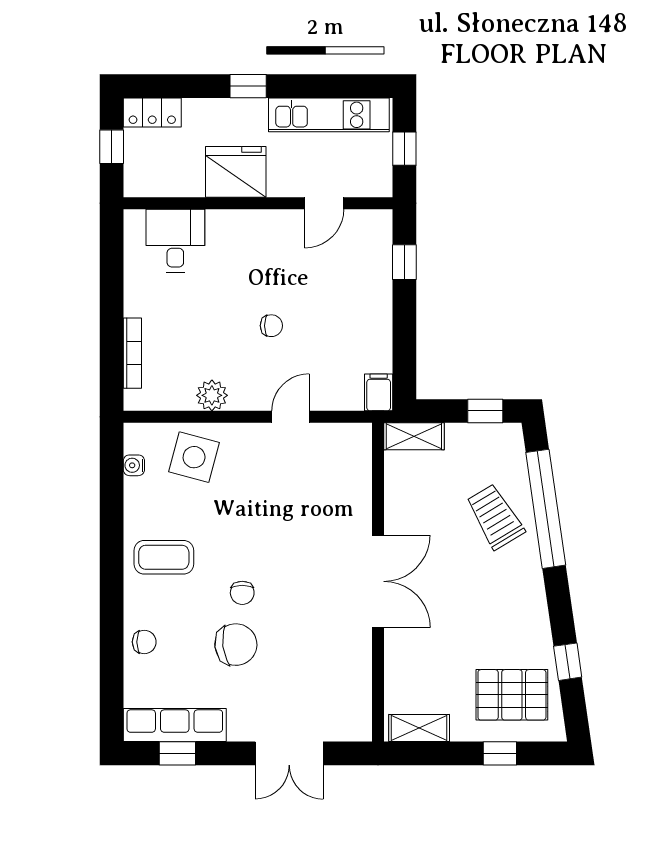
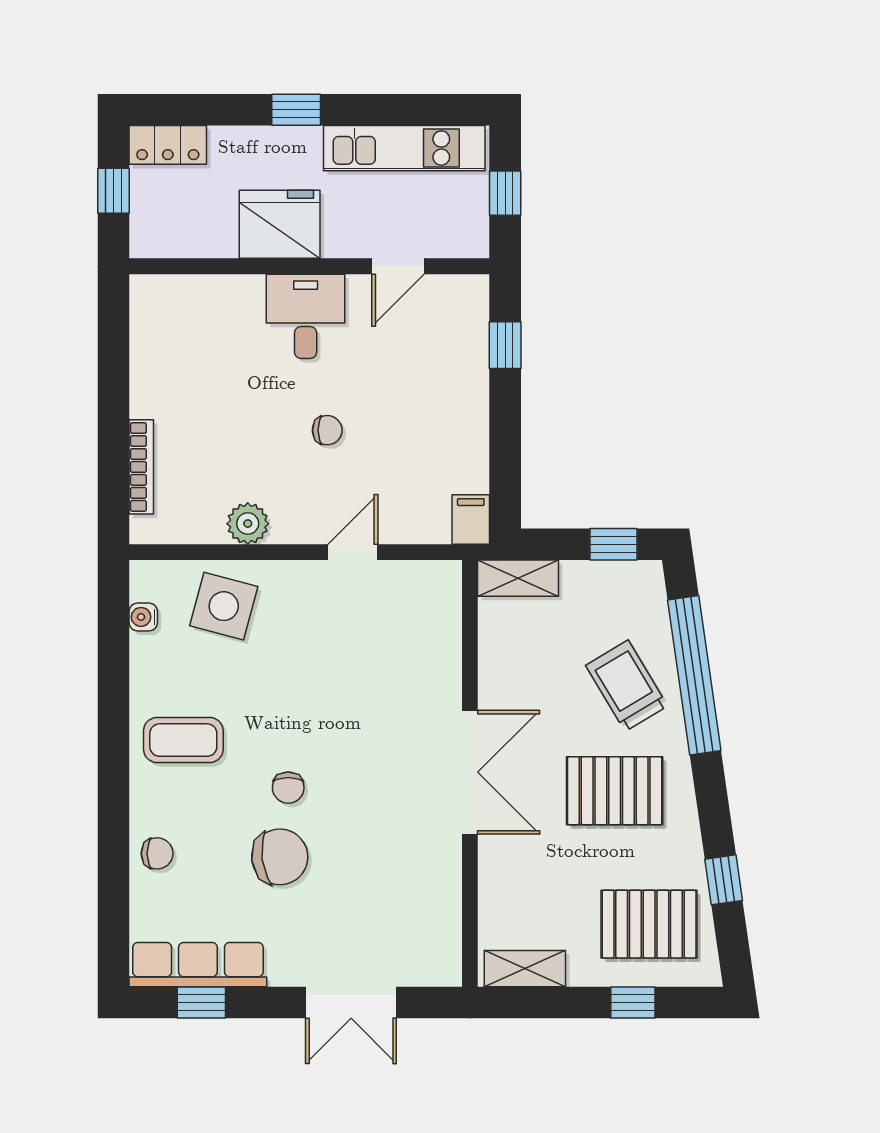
desk: (175, 241) -> (306, 316), moved
pallet: (486, 595) -> (615, 791), added

